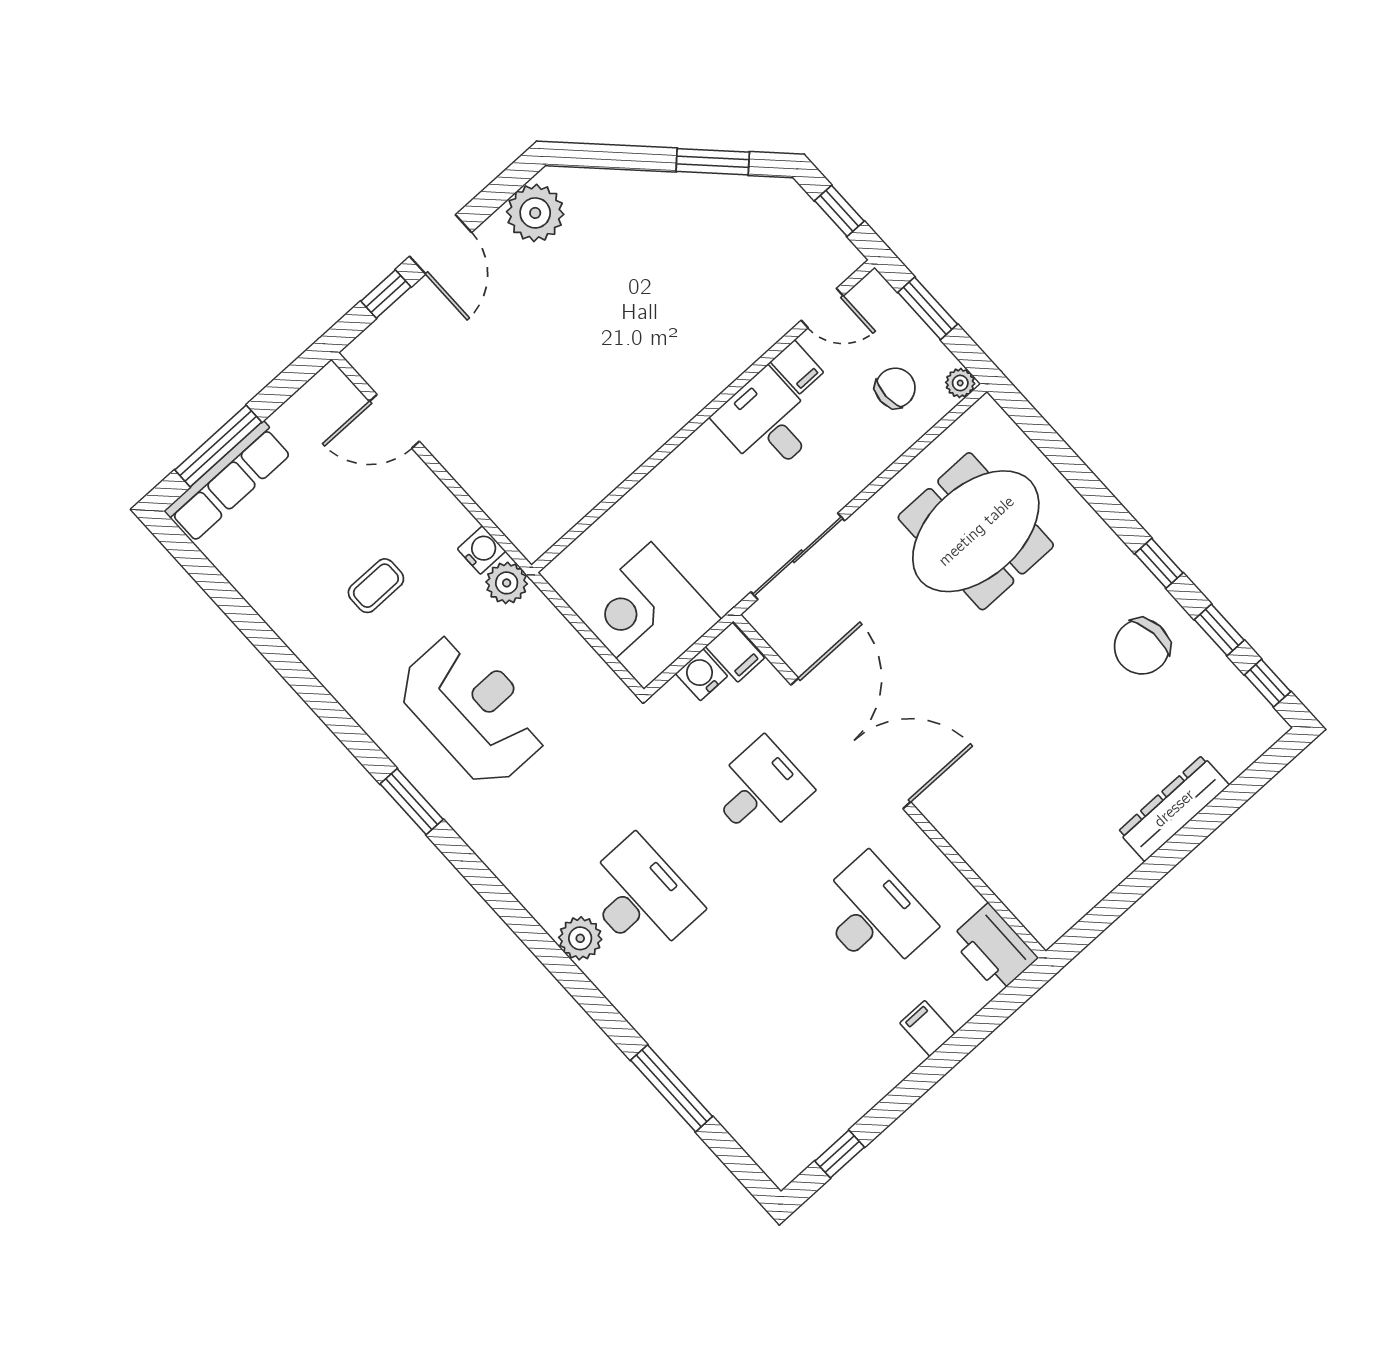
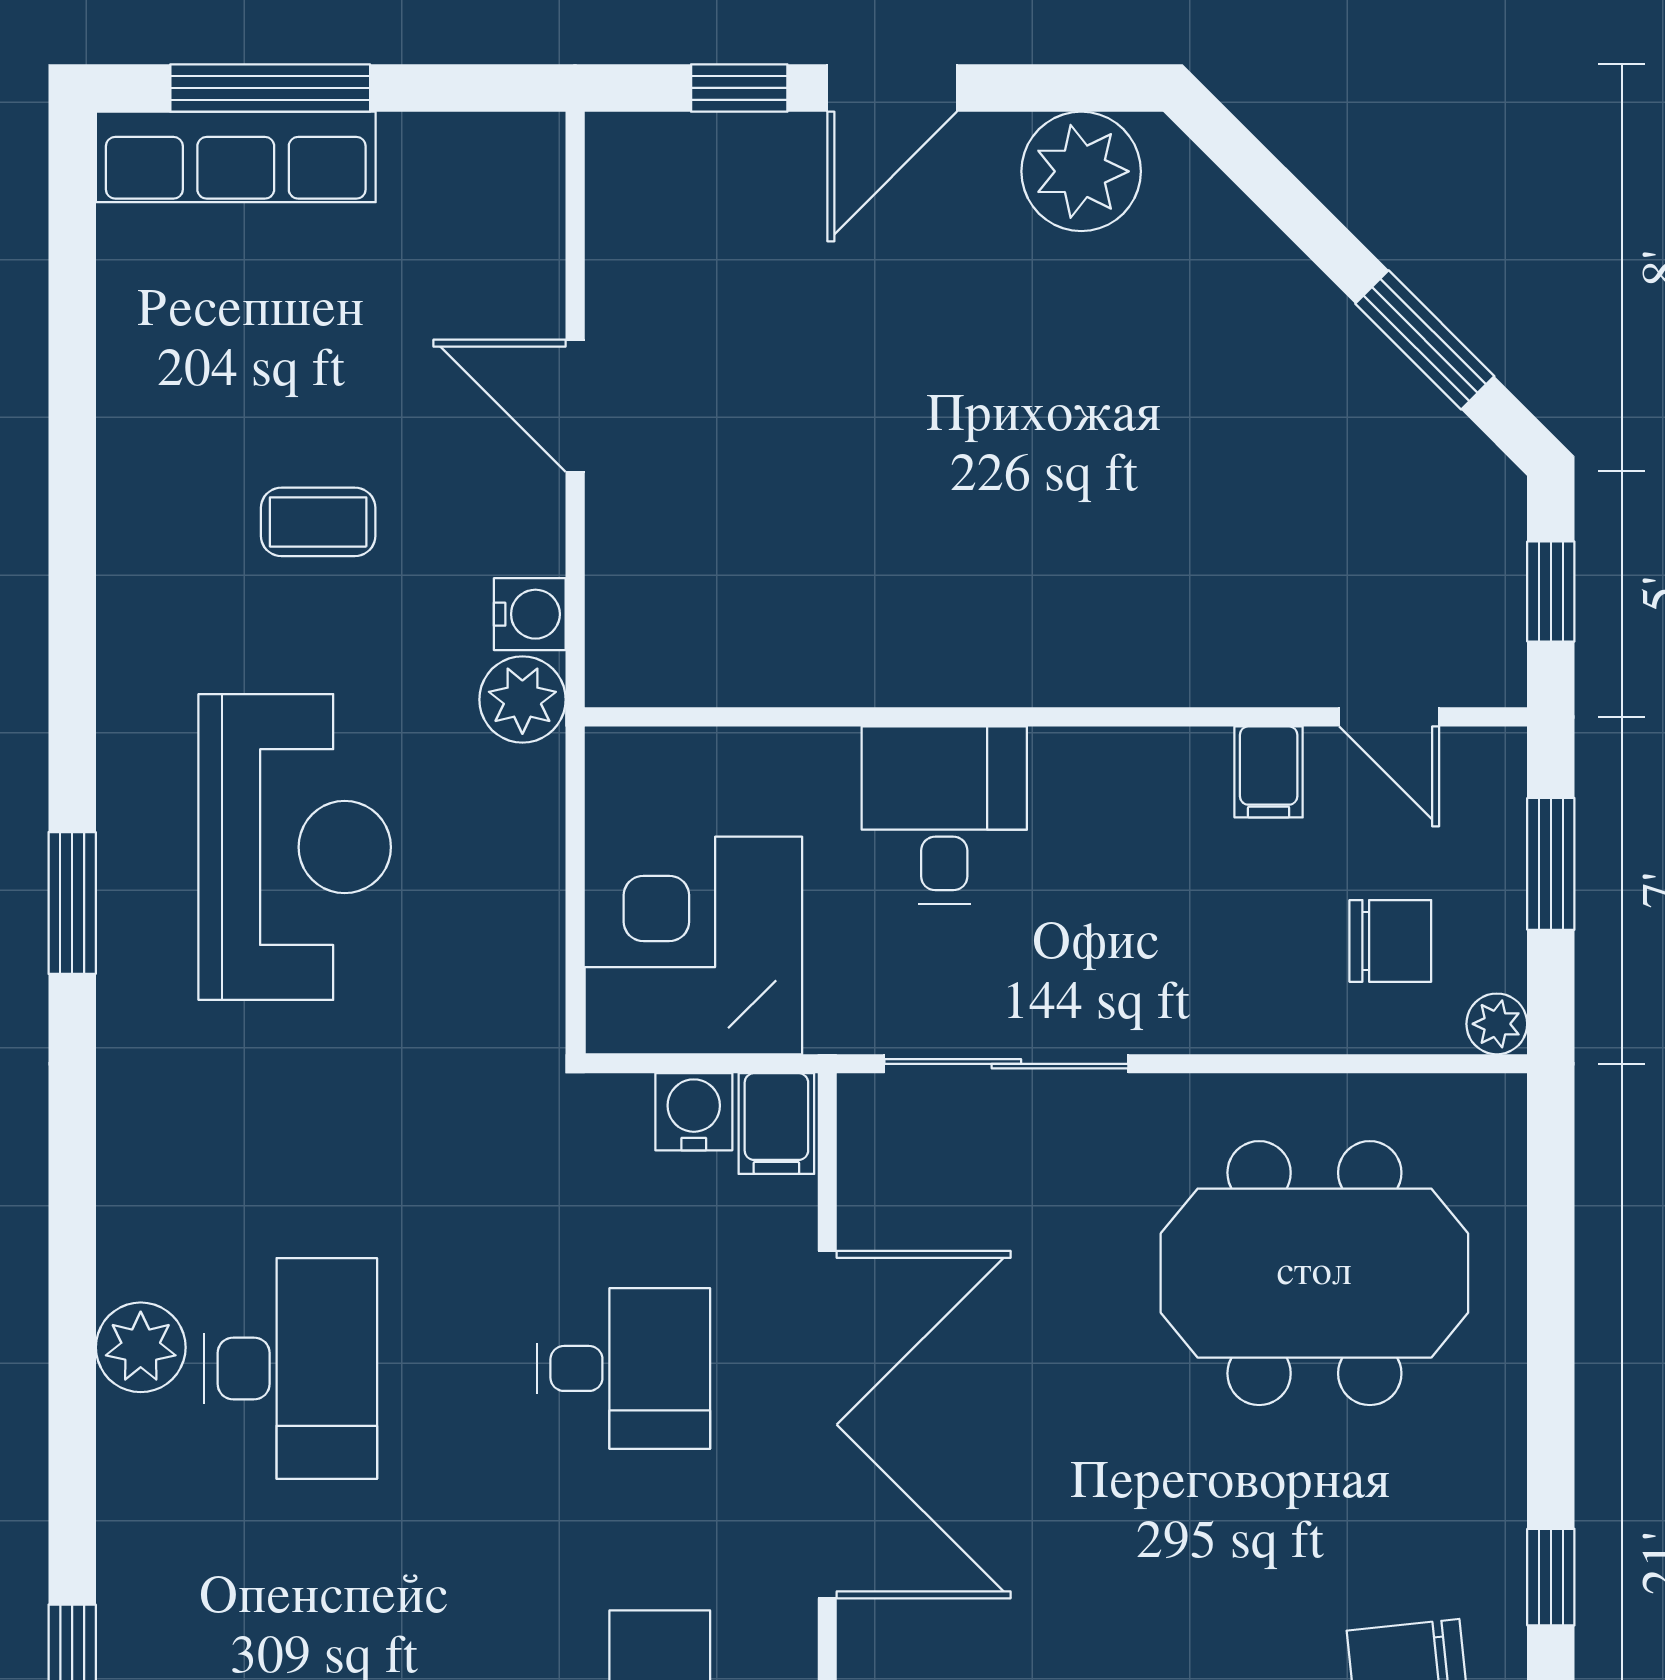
door: (394, 421) -> (575, 406), moved
desk: (767, 422) -> (944, 815), moved

